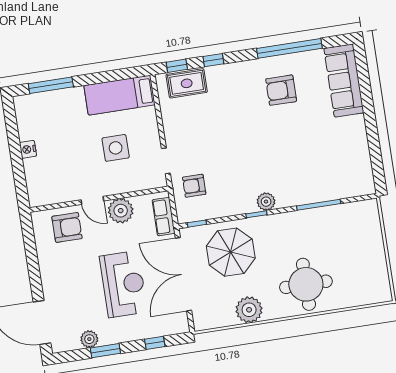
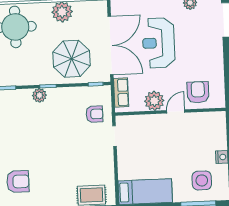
side table: (116, 148) -> (202, 180), moved
door: (92, 200) -> (176, 111), hinge flipped
armchair: (67, 227) -> (198, 92), turned 90

